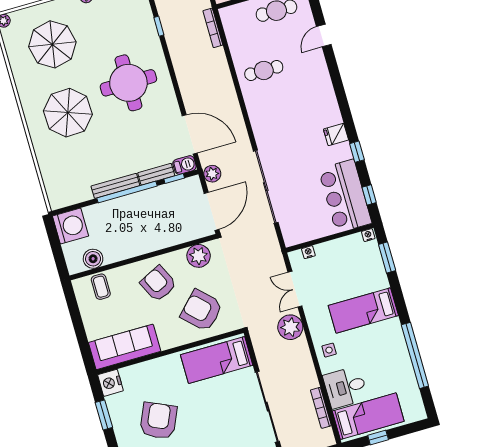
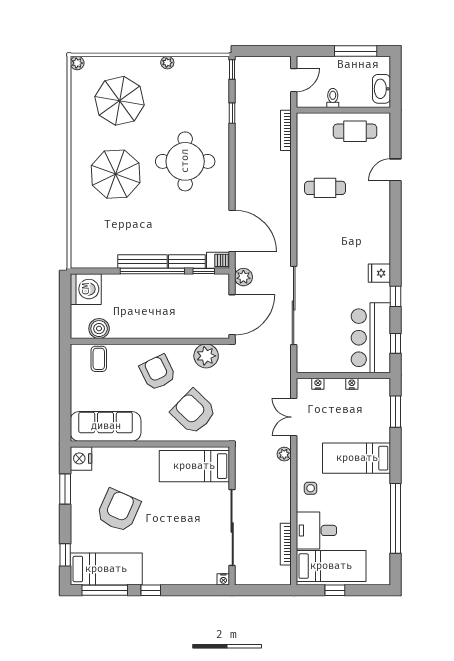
nightstand: (368, 235) -> (352, 384), moved
plant: (290, 327) -> (284, 454), width x0.53, depth x0.53

